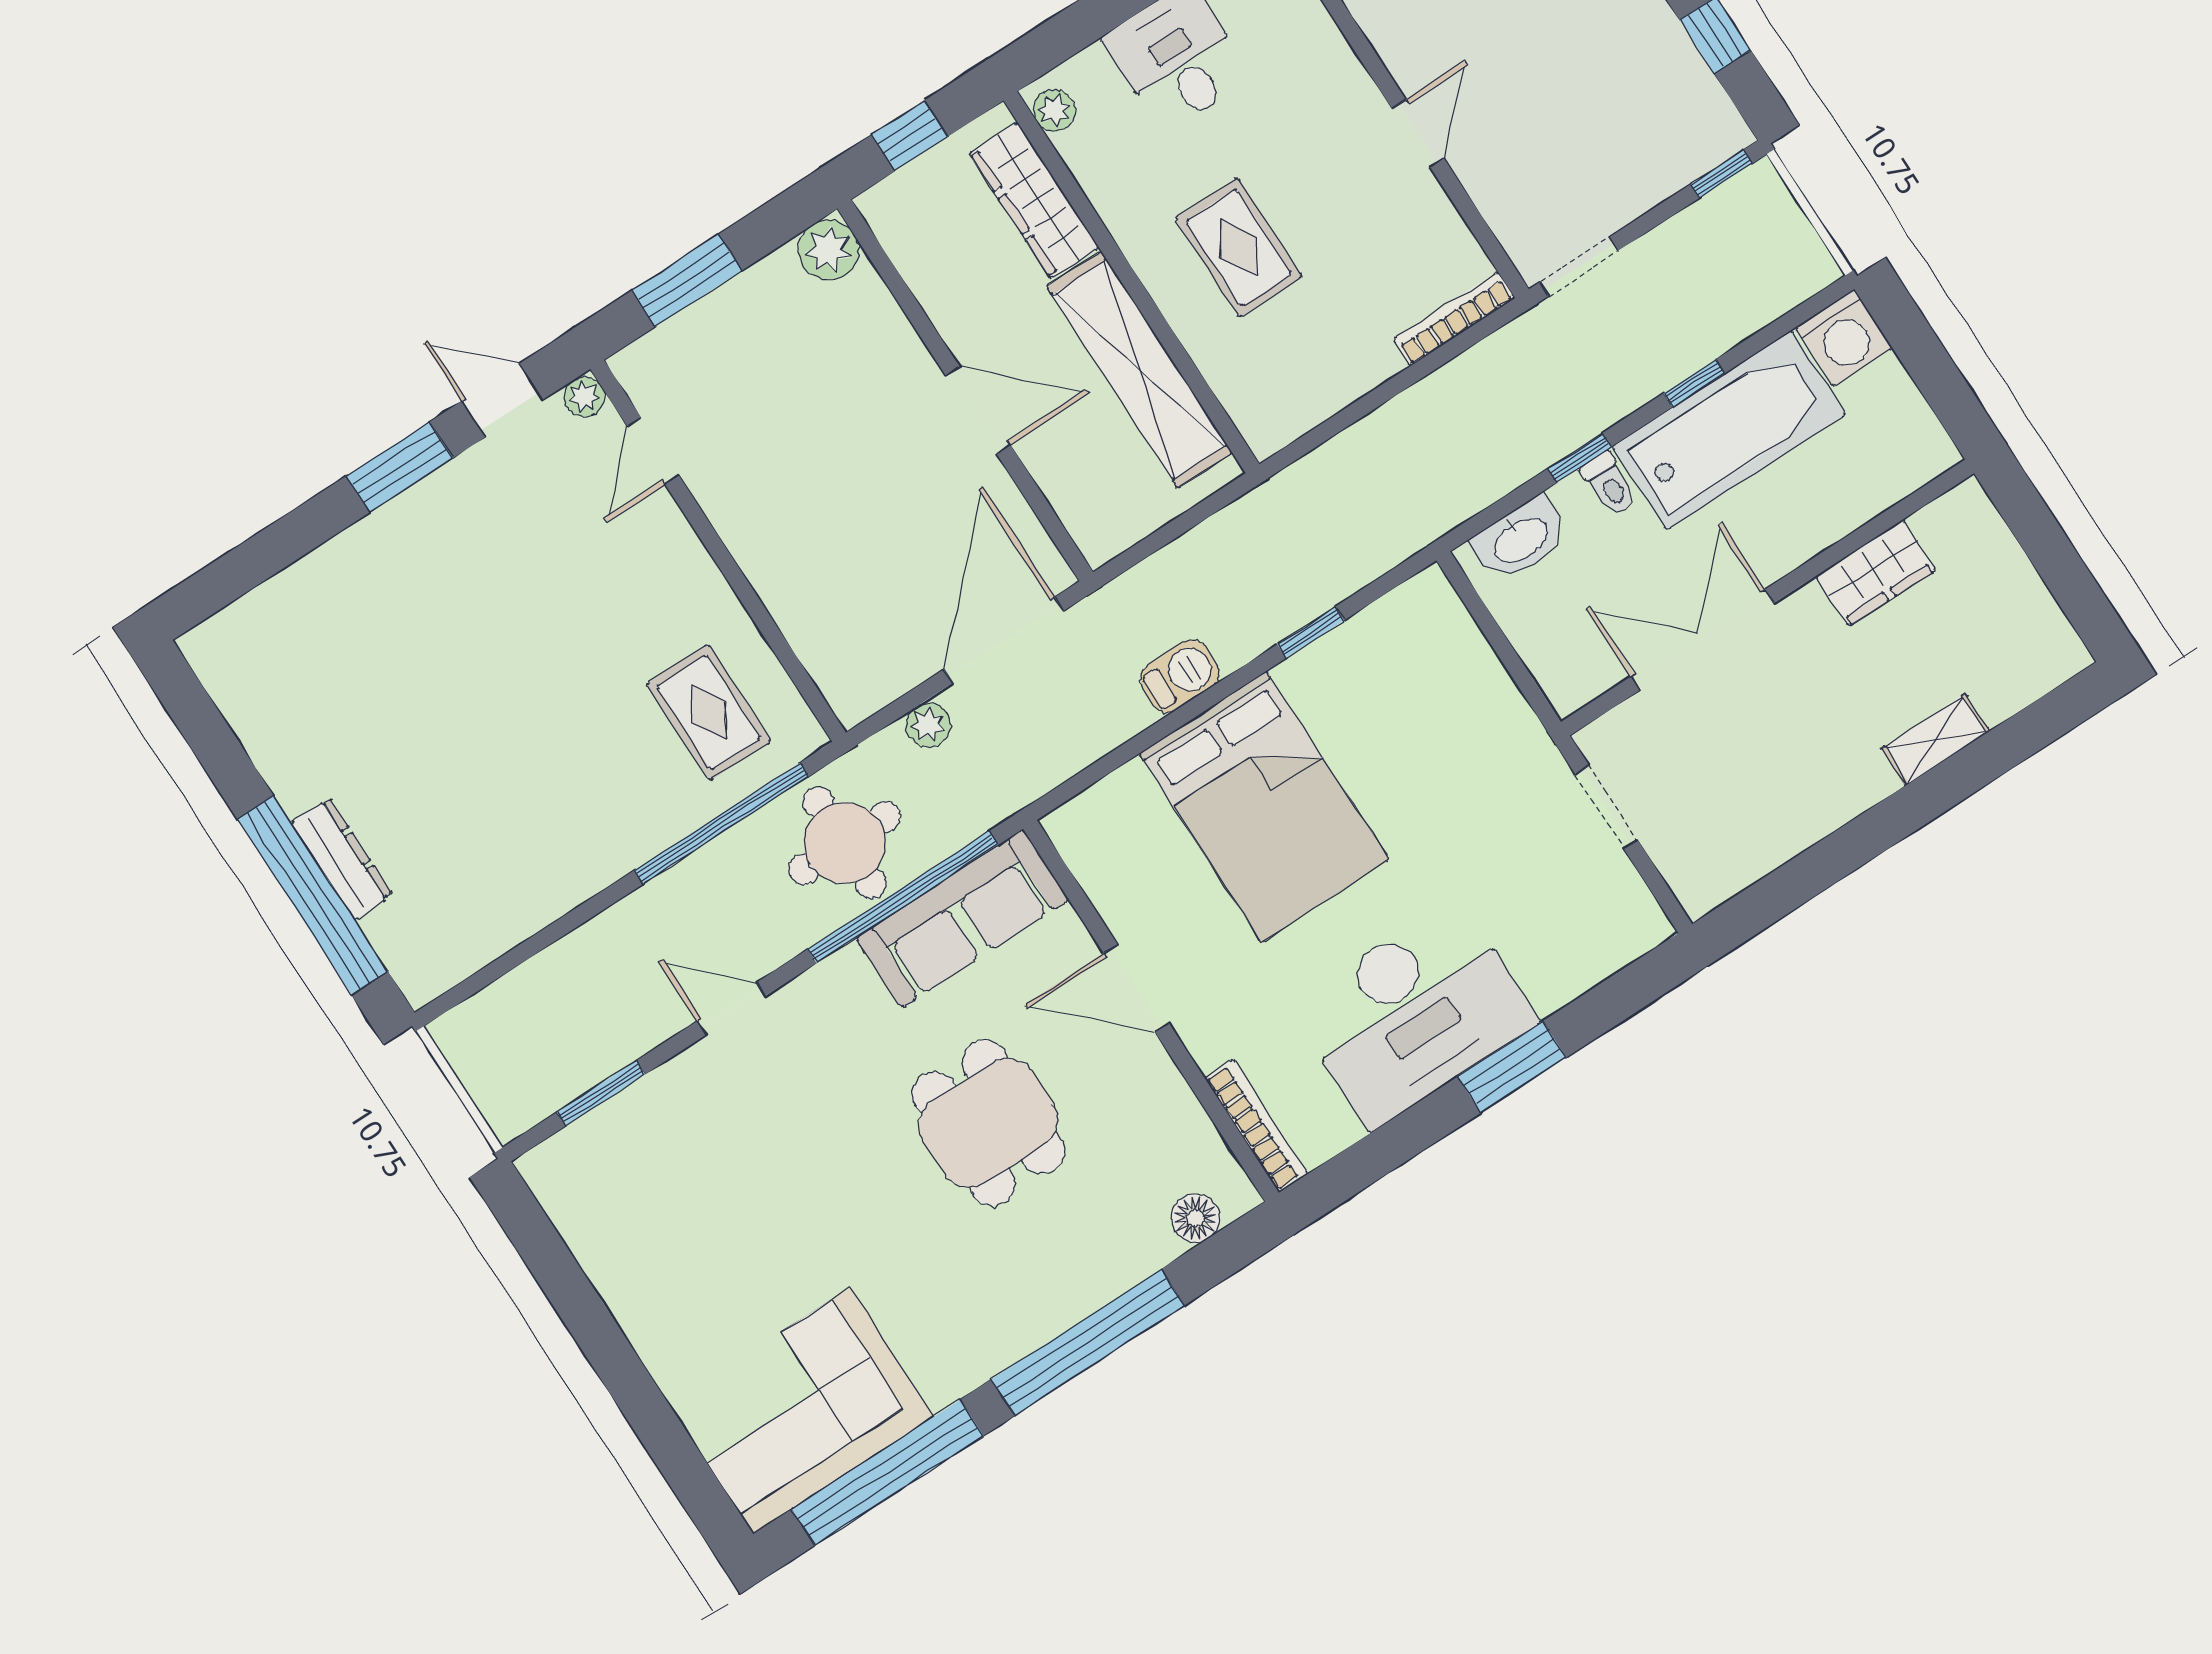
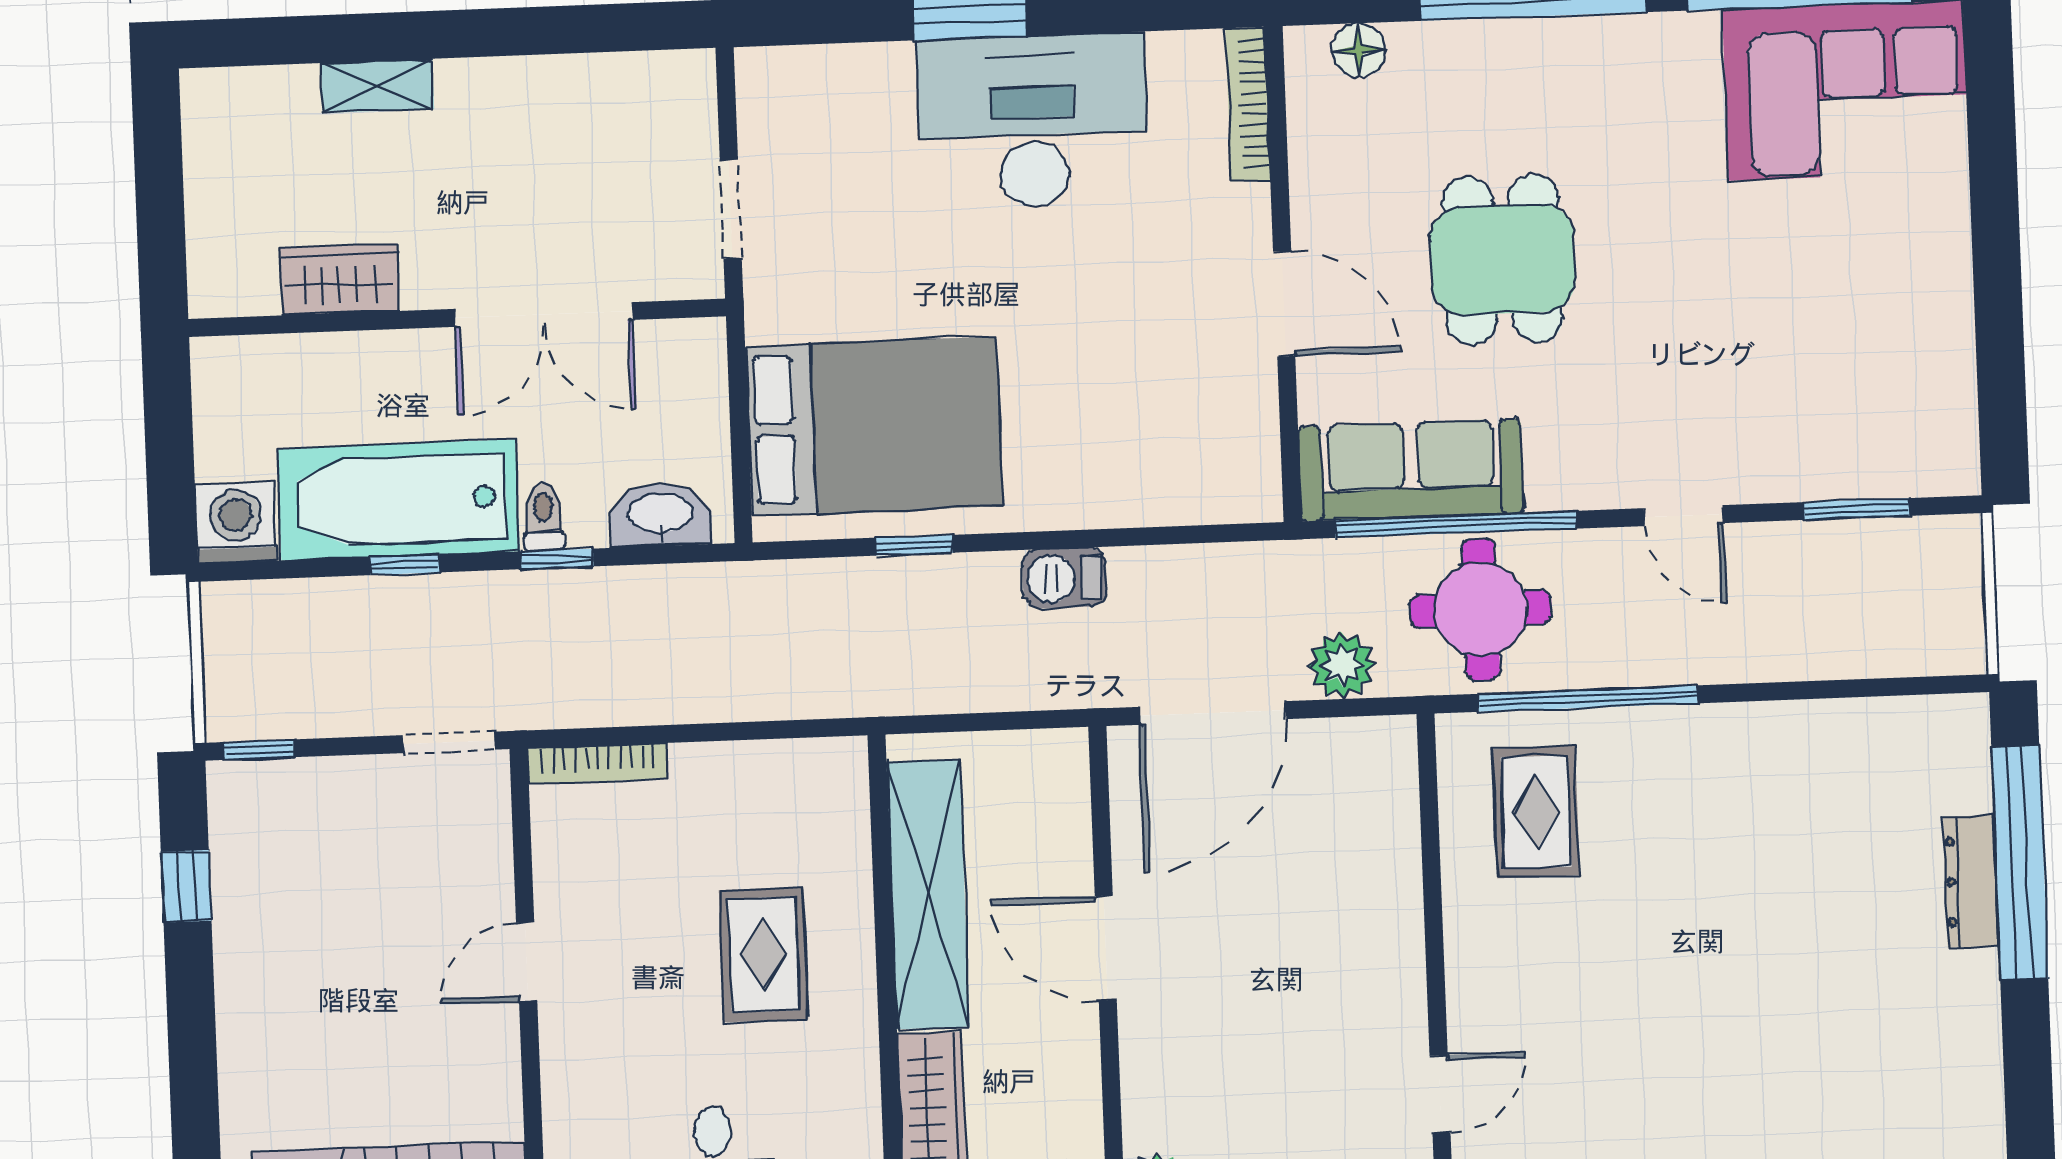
plant: (928, 725) -> (1342, 665), width x1.38, depth x1.38
bed: (1264, 806) -> (874, 426), moved, turned 90

